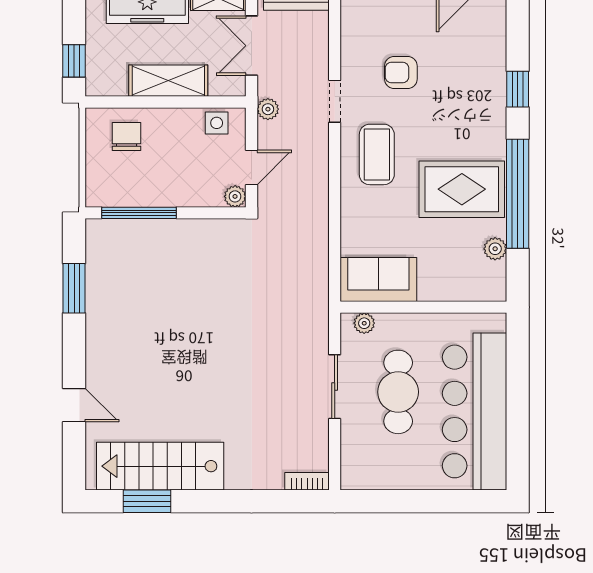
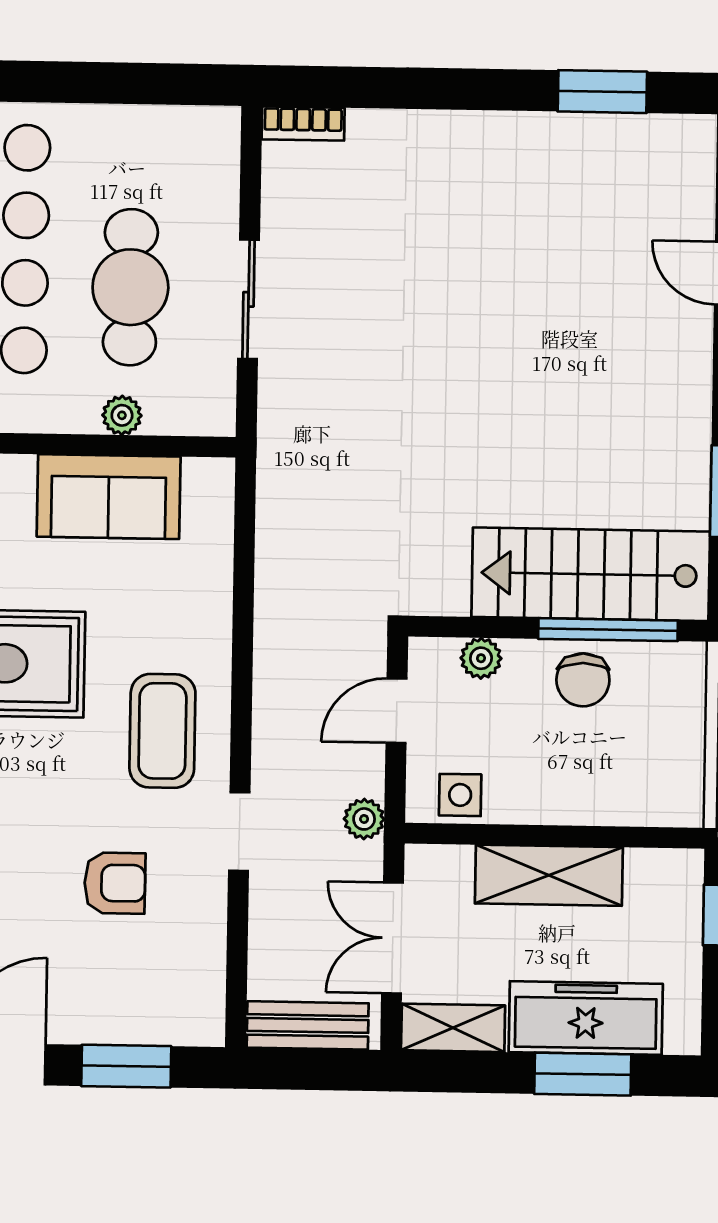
double door: (252, 46) -> (393, 938), swing flipped
chair: (127, 137) -> (583, 680), moved
plant: (235, 196) -> (481, 658), moved
sofa: (378, 280) -> (109, 497), moved
plant: (364, 323) -> (122, 415), moved
stairs: (160, 466) -> (591, 574), moved, turned 180

